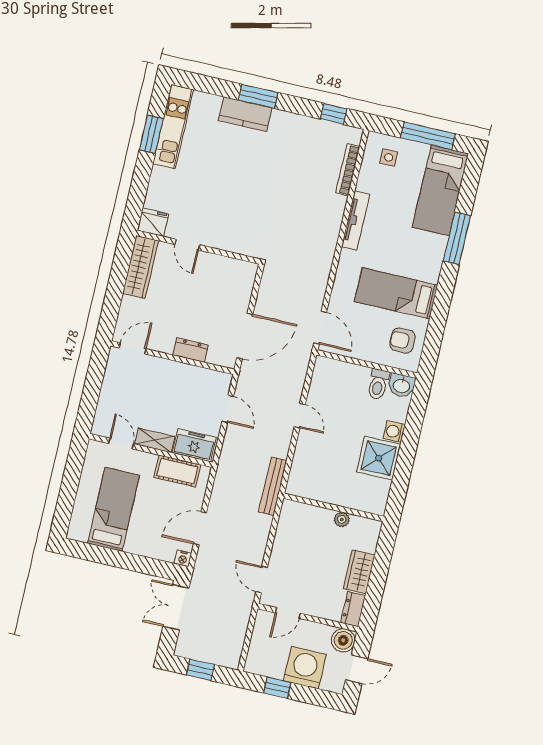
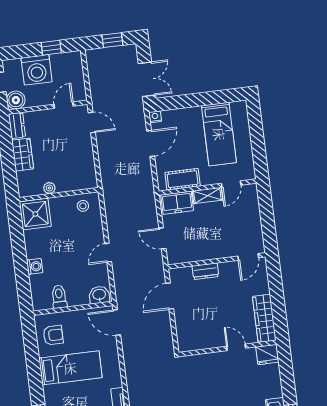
door: (245, 336) -> (170, 296), width x0.73
washbasin: (402, 385) -> (99, 295), moved
door: (300, 416) -> (108, 253), hinge flipped
door: (121, 444) -> (231, 184), hinge flipped
shower: (379, 458) -> (35, 214), moved
stool: (309, 483) -> (83, 206), added
bench: (273, 486) -> (109, 194), removed

